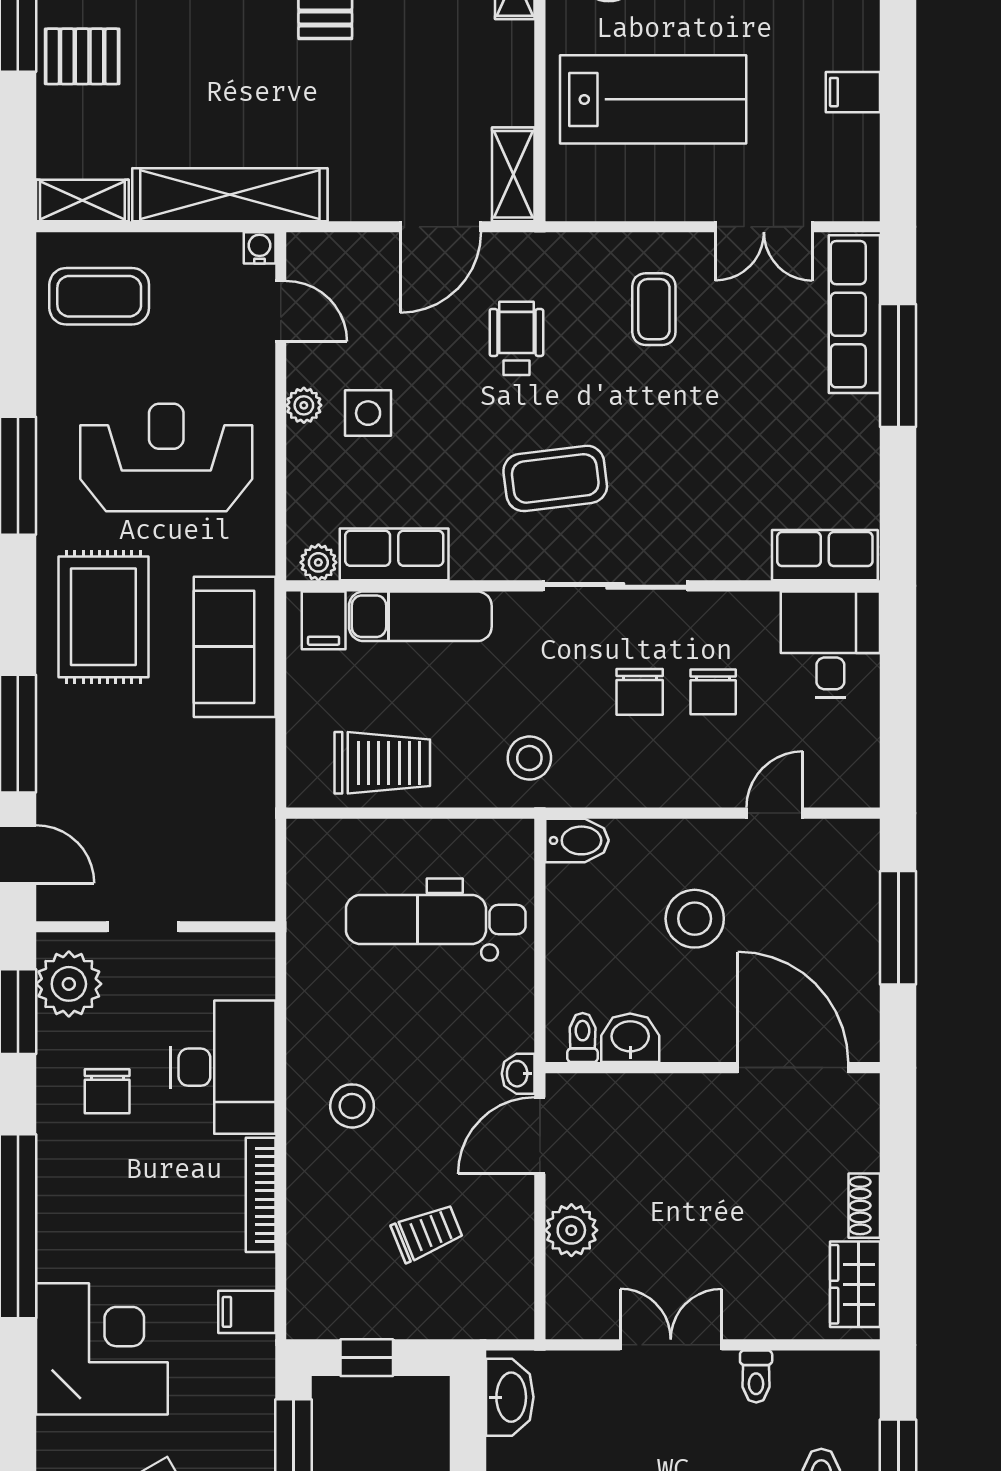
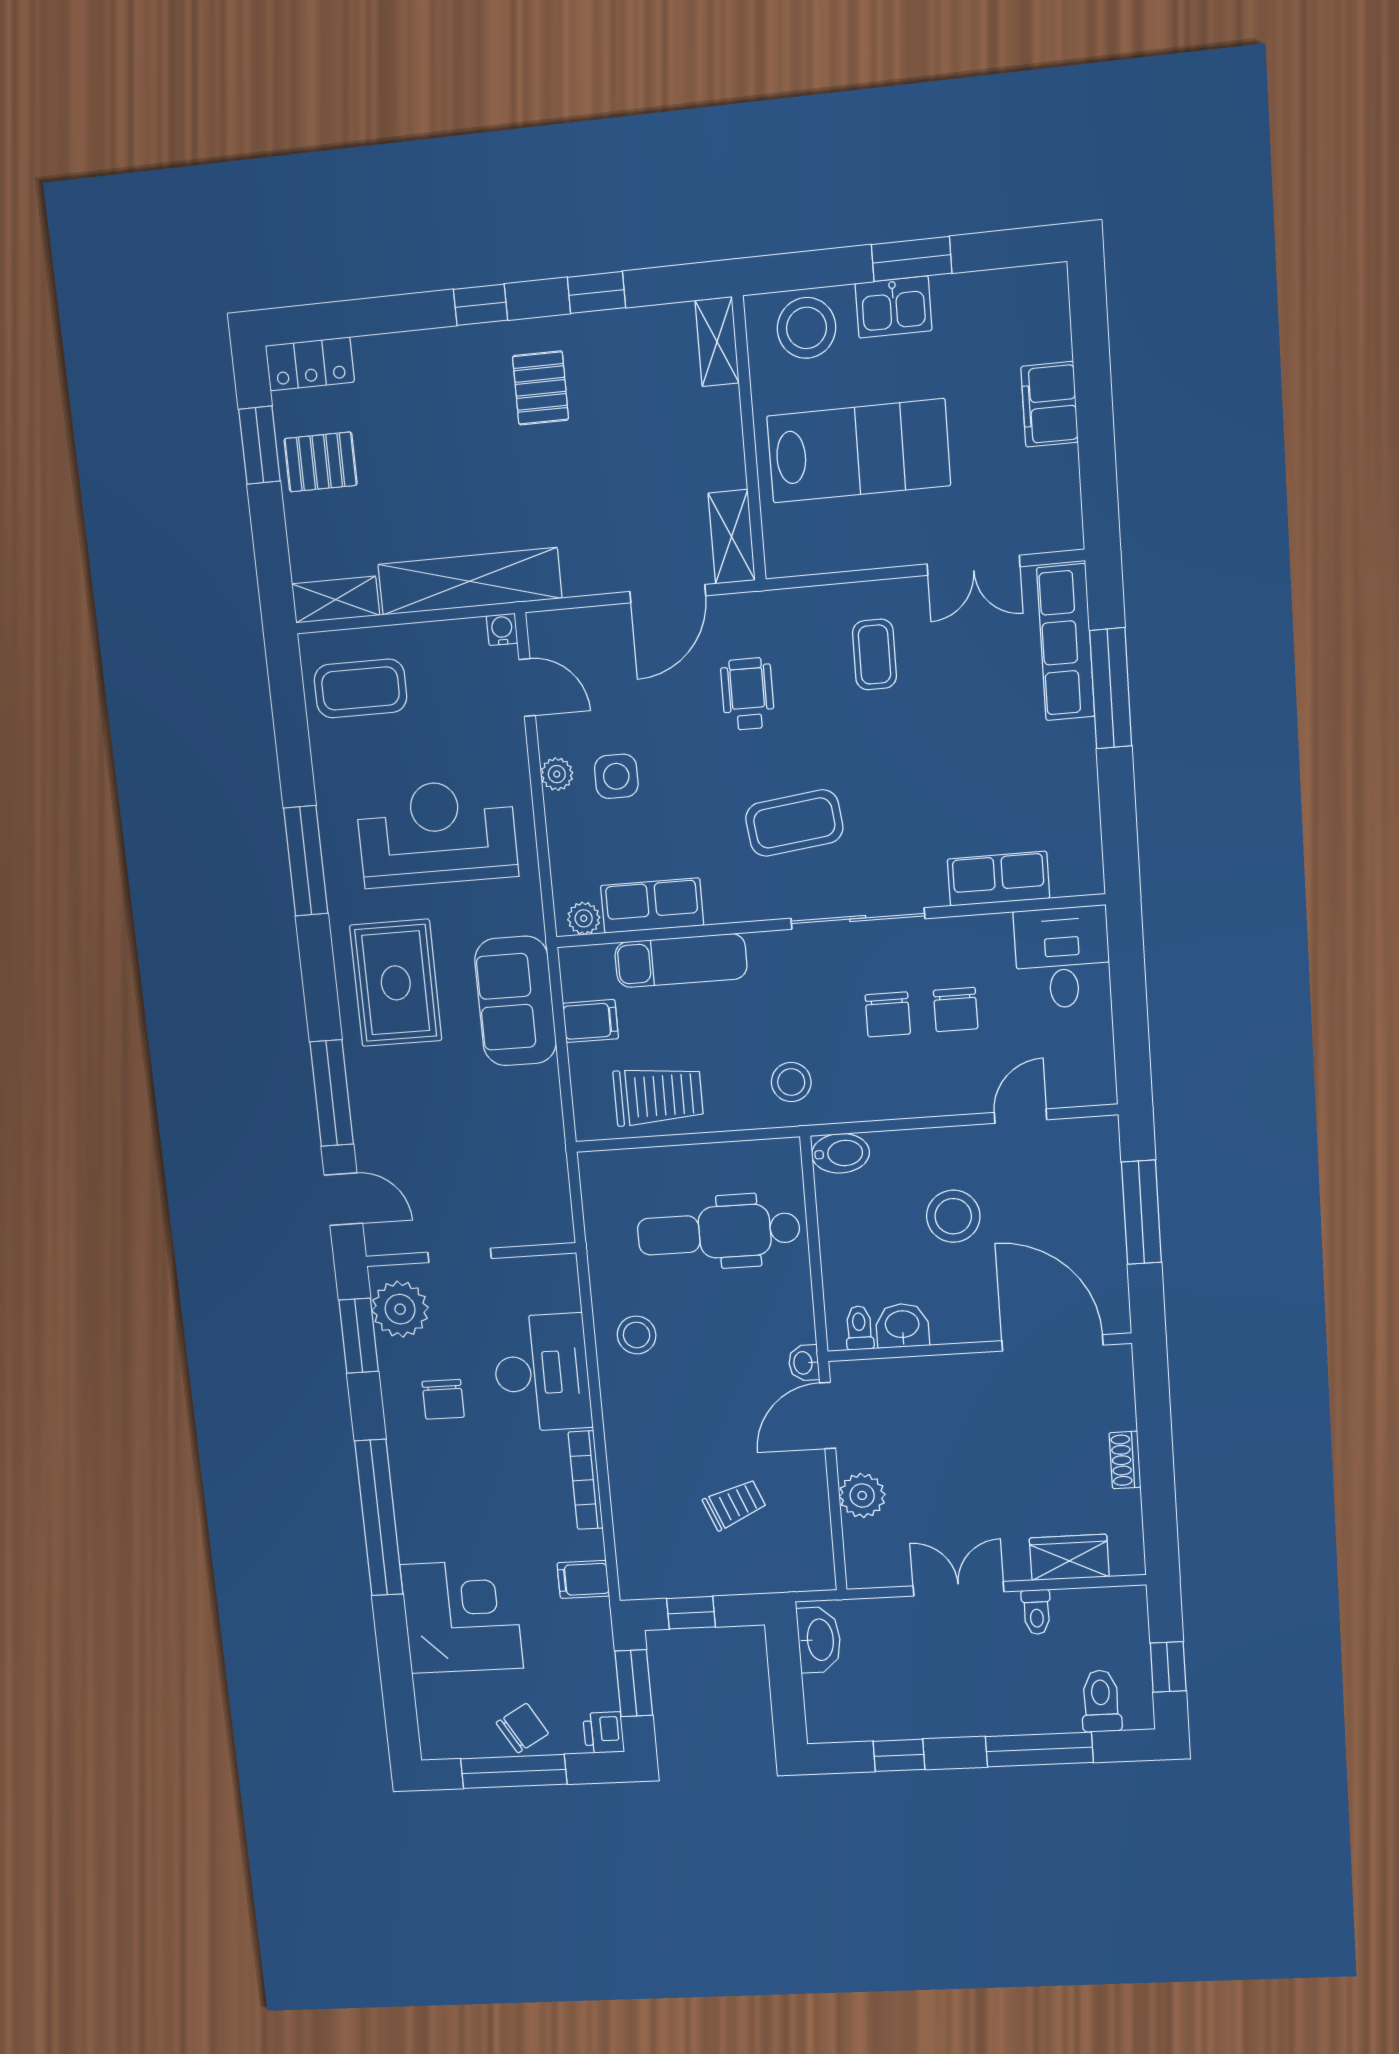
filing cabinet: (853, 92) -> (1050, 404), width x2.00
row of seats: (825, 555) -> (998, 879), moved
filing cabinet: (324, 620) -> (590, 1021), moved, turned -90
stool: (352, 1106) -> (637, 1335), moved
wardrobe: (855, 1284) -> (1069, 1557), moved, turned 90

